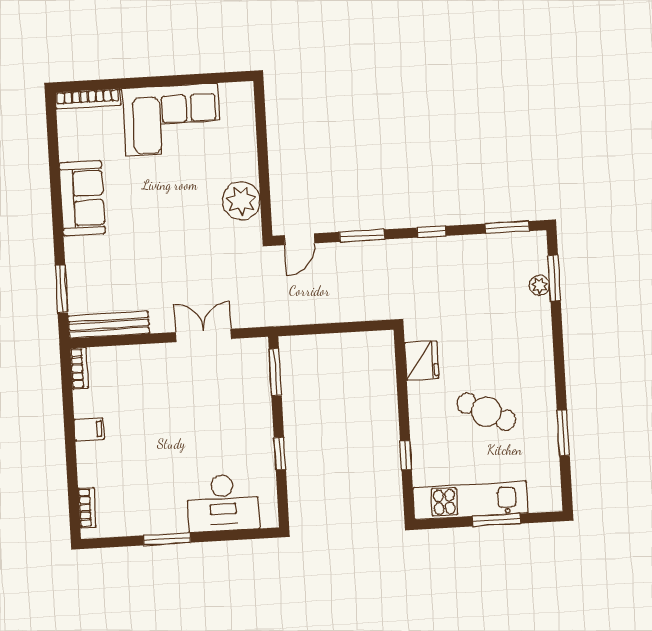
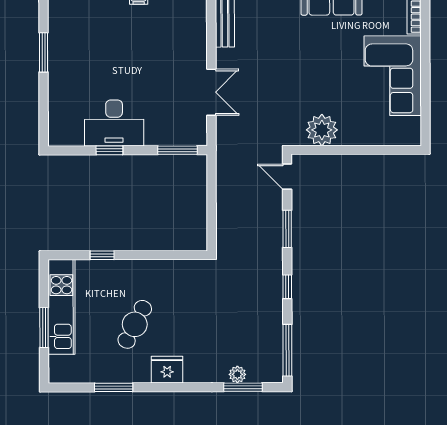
window: (507, 227) -> (287, 350), width x1.44
fridge: (422, 361) -> (167, 370), moved, turned 180
desk: (223, 503) -> (114, 123), moved, turned -90

